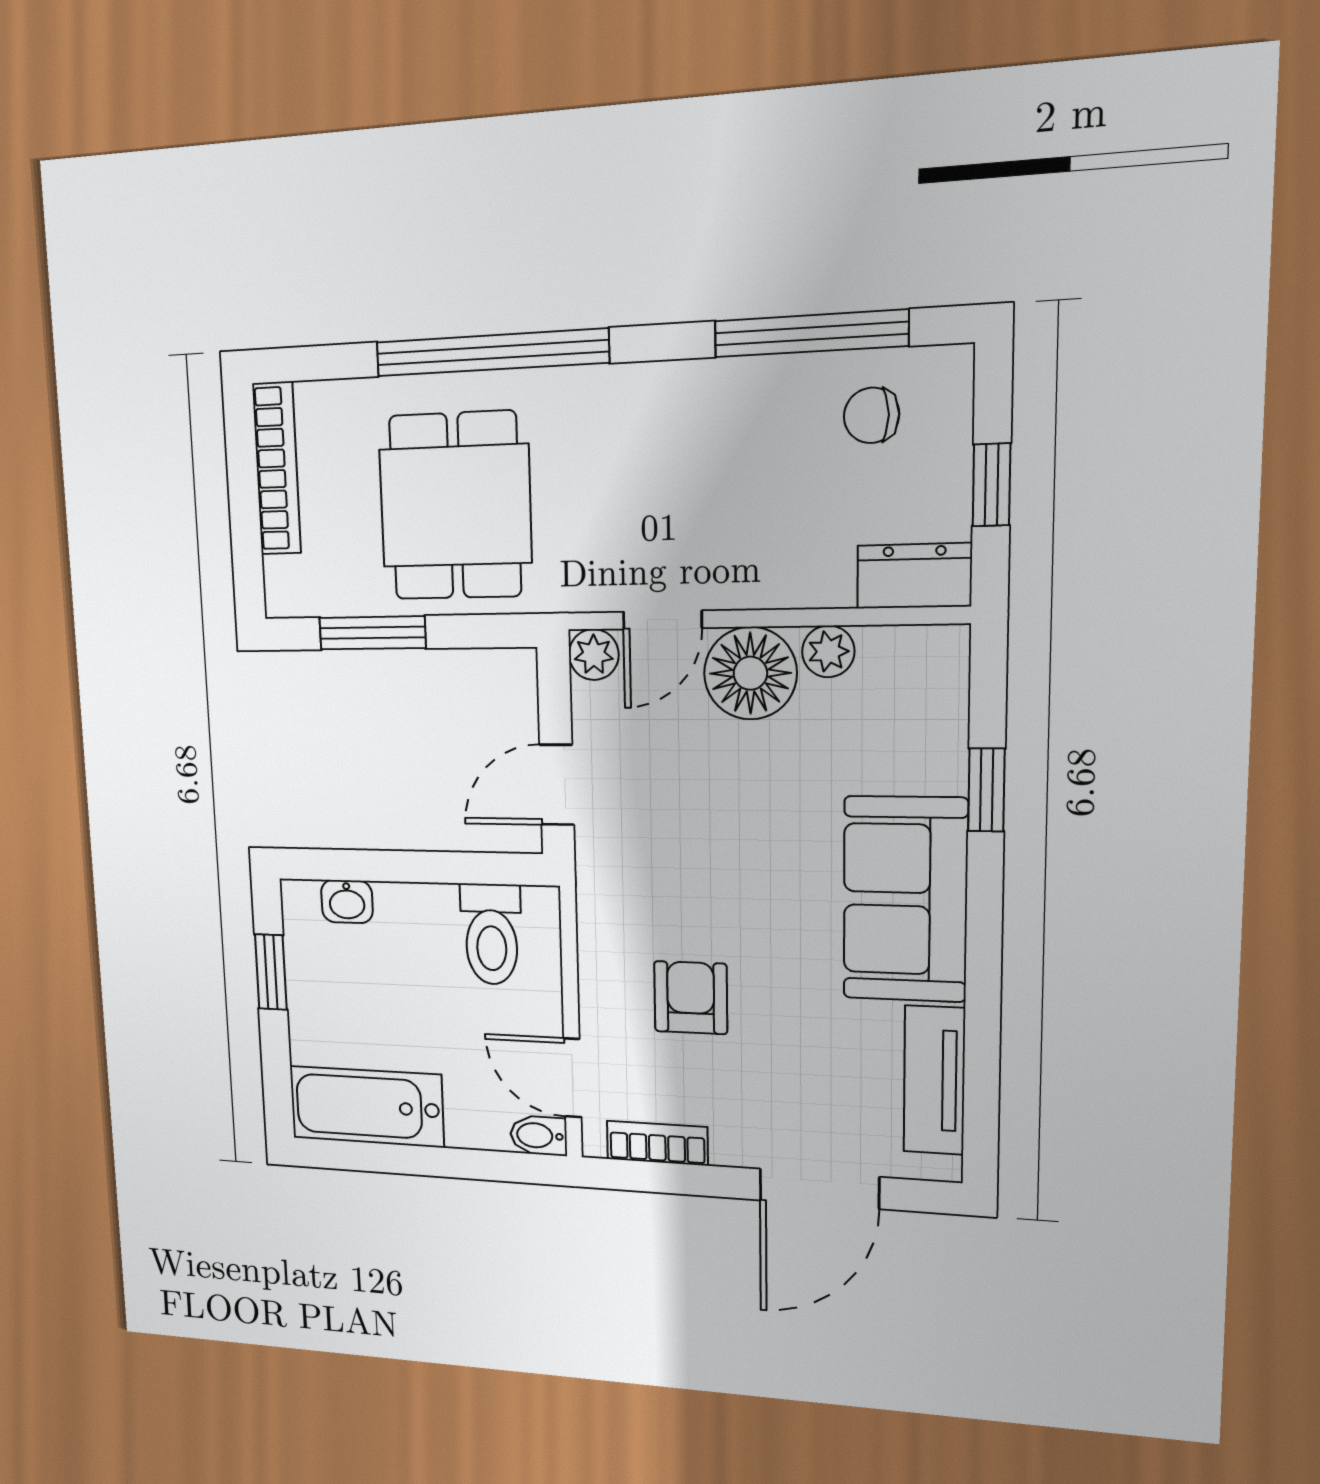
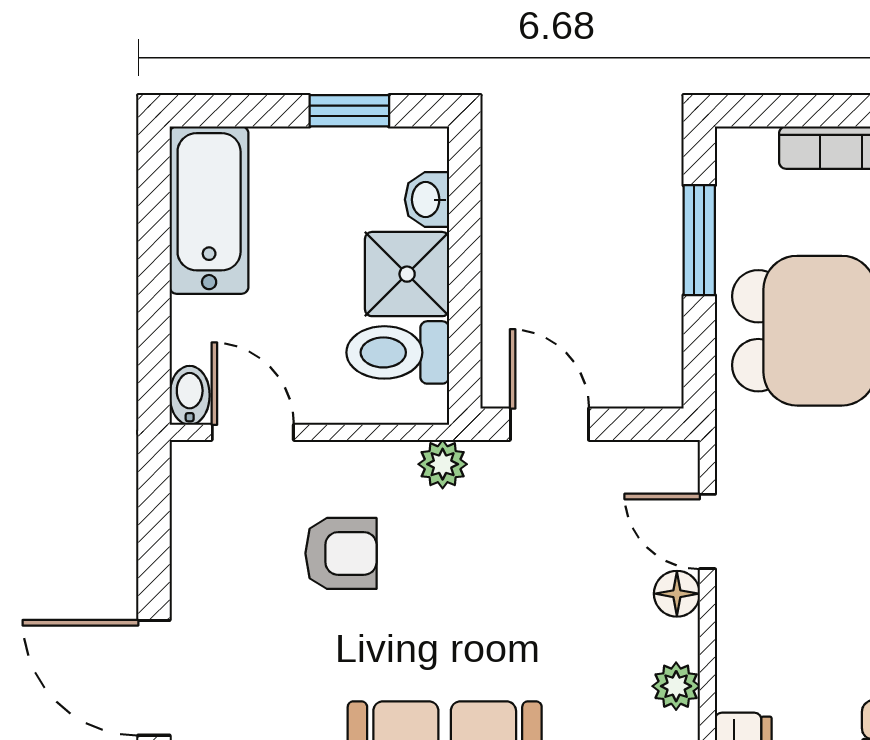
plant: (594, 655) -> (443, 464), moved
floor lamp: (750, 673) -> (677, 594), width x0.53, depth x0.53
shower: (417, 923) -> (407, 274), added
door: (572, 1078) -> (253, 432), hinge flipped
bookcase: (657, 1143) -> (190, 518), removed

